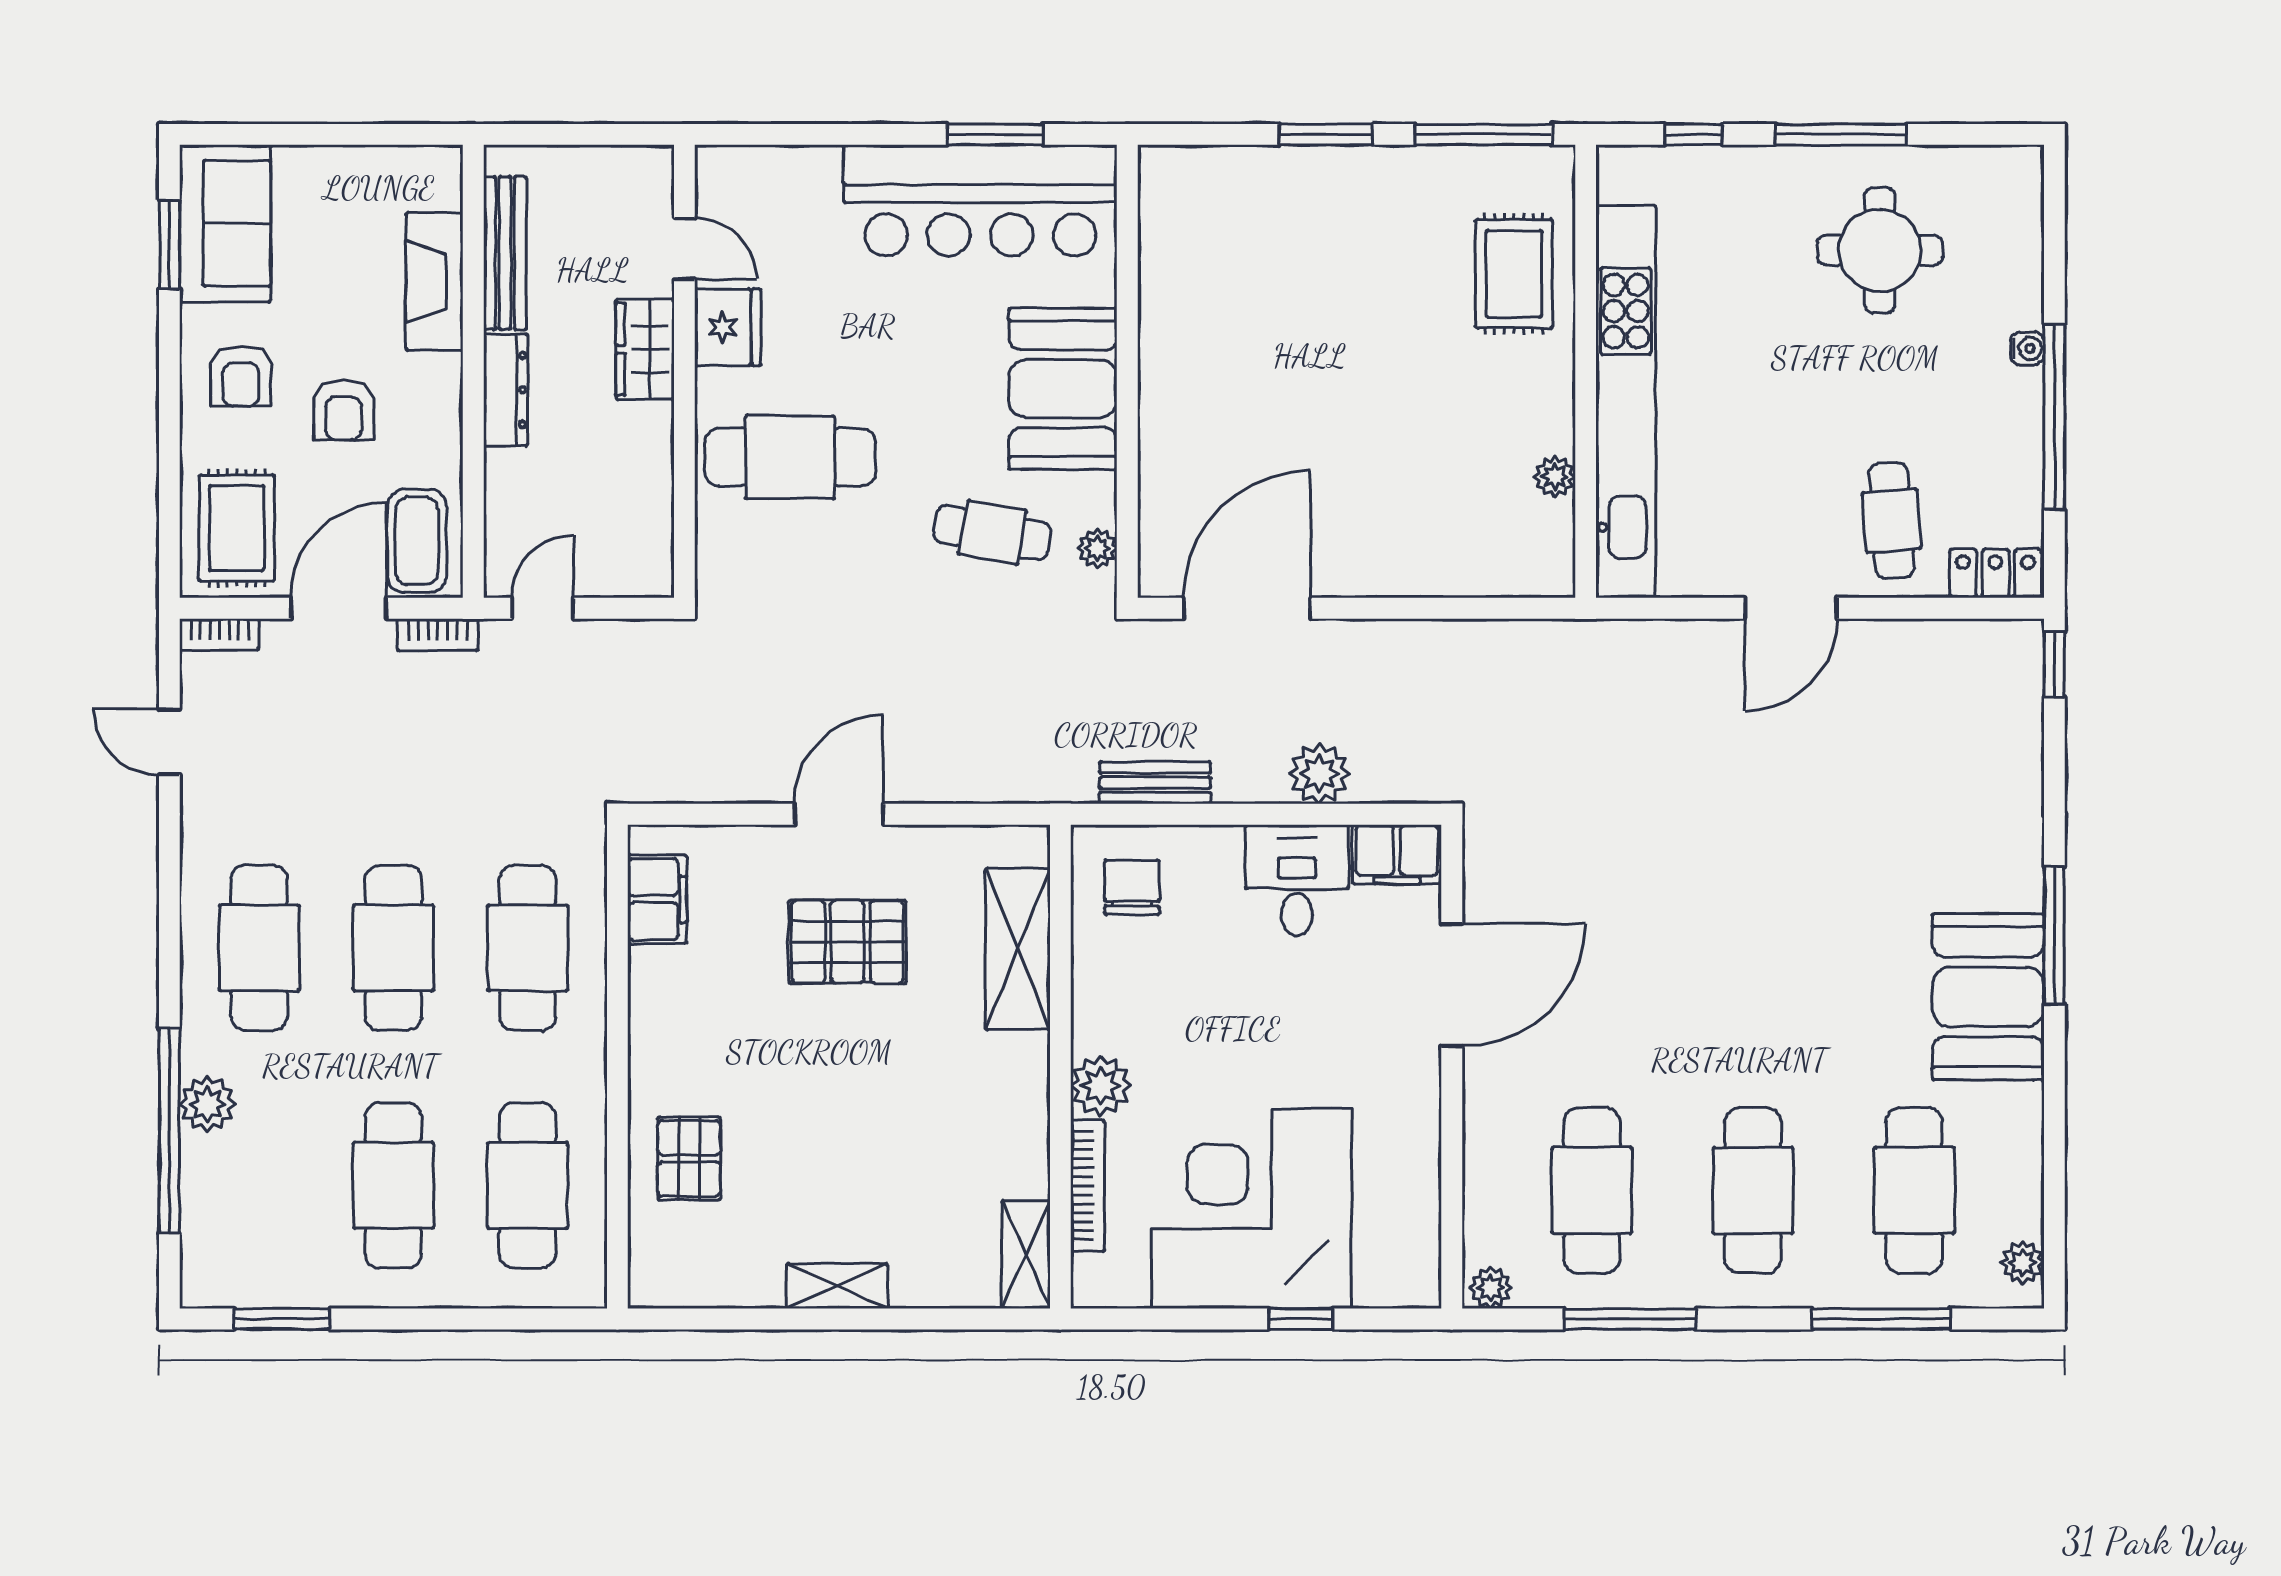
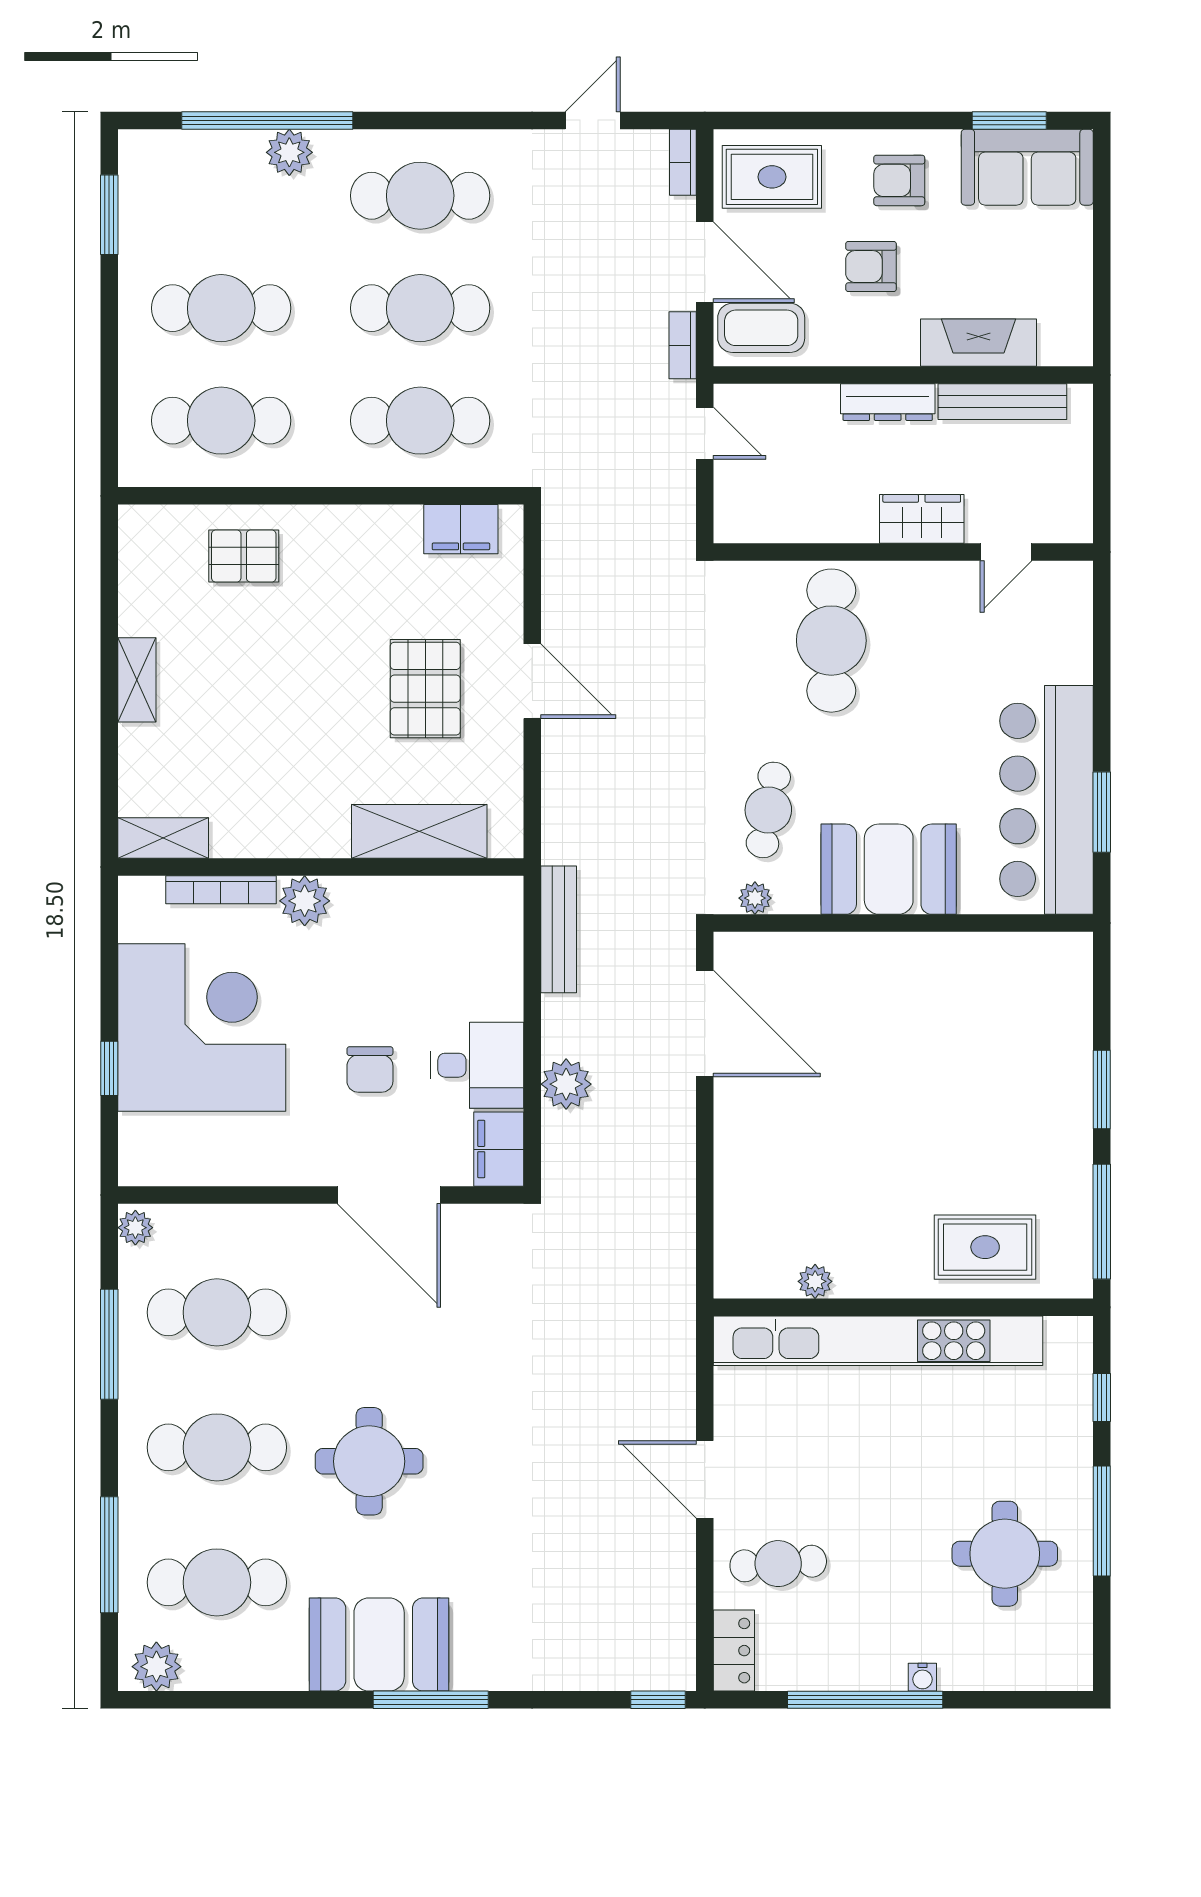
fridge: (728, 327) -> (940, 588), removed
bench: (1155, 783) -> (559, 929), width x1.36
chair: (1132, 887) -> (370, 1069), moved, turned 90
round table: (1770, 1009) -> (369, 1461), added
plant: (2023, 1263) -> (156, 1667), width x1.38, depth x1.38

